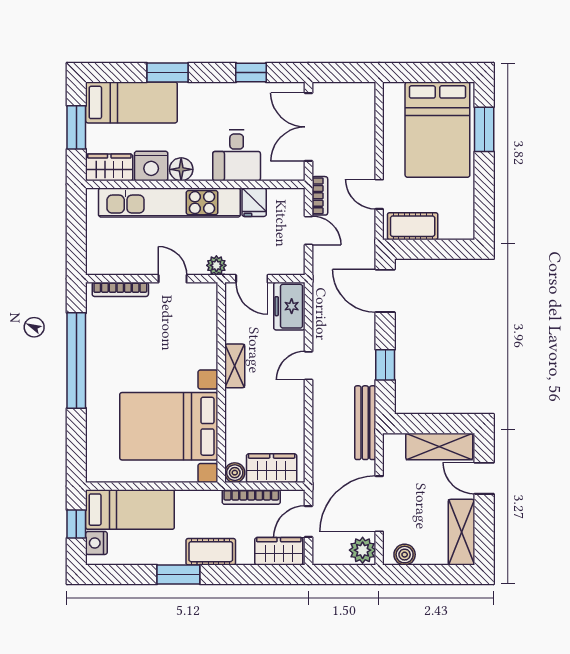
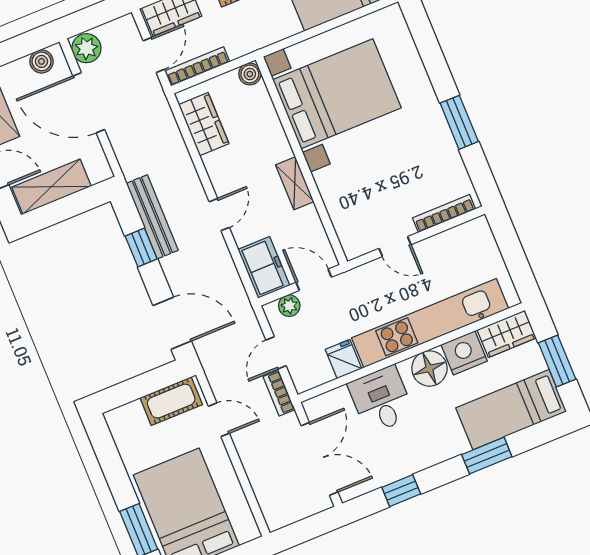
floor lamp: (181, 169) -> (429, 368), width x1.38, depth x1.38
door: (308, 231) -> (276, 353), hinge flipped
plant: (216, 265) -> (289, 306), moved
window: (76, 360) -> (459, 122), width x0.47
bench: (365, 423) -> (152, 217), moved
wardrobe: (272, 468) -> (204, 124), moved, turned -90
bookcase: (251, 497) -> (197, 66), moved
door: (379, 504) -> (89, 103), swing flipped

